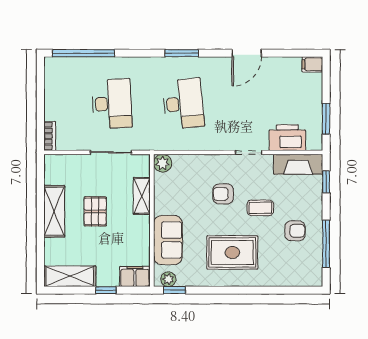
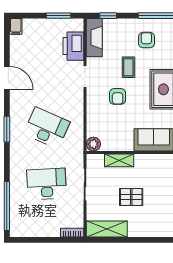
desk: (183, 104) -> (47, 128), turned 30
shelving: (54, 211) -> (107, 229), moved

